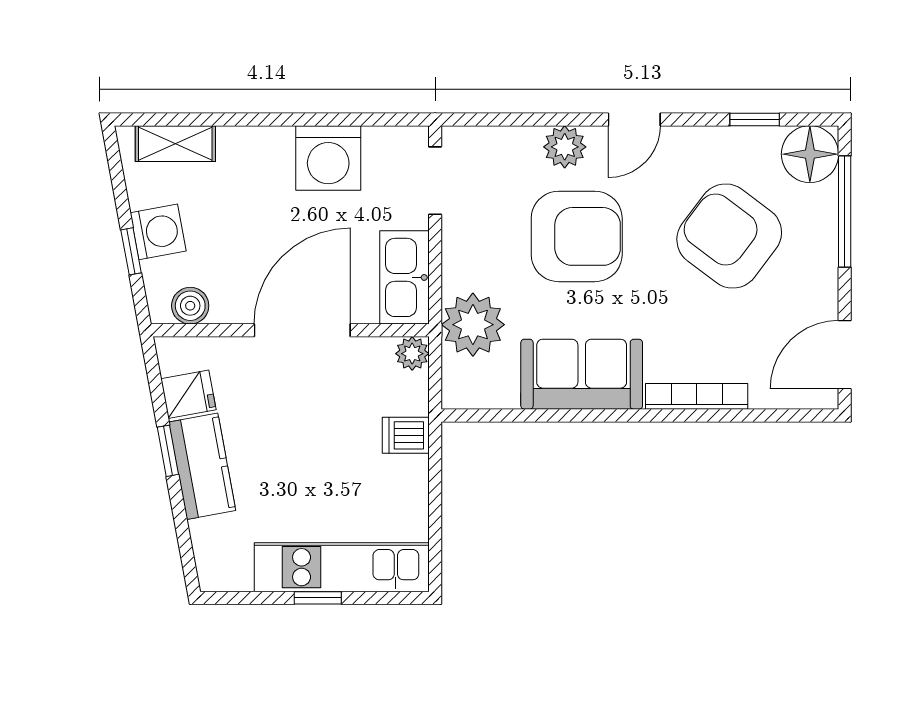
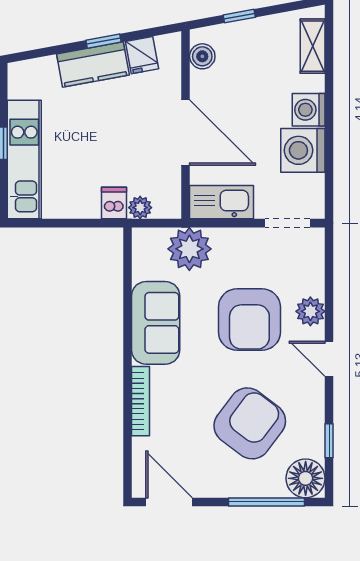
washing machine: (158, 232) -> (309, 110), moved, turned 100
plant: (412, 354) -> (140, 208), moved

